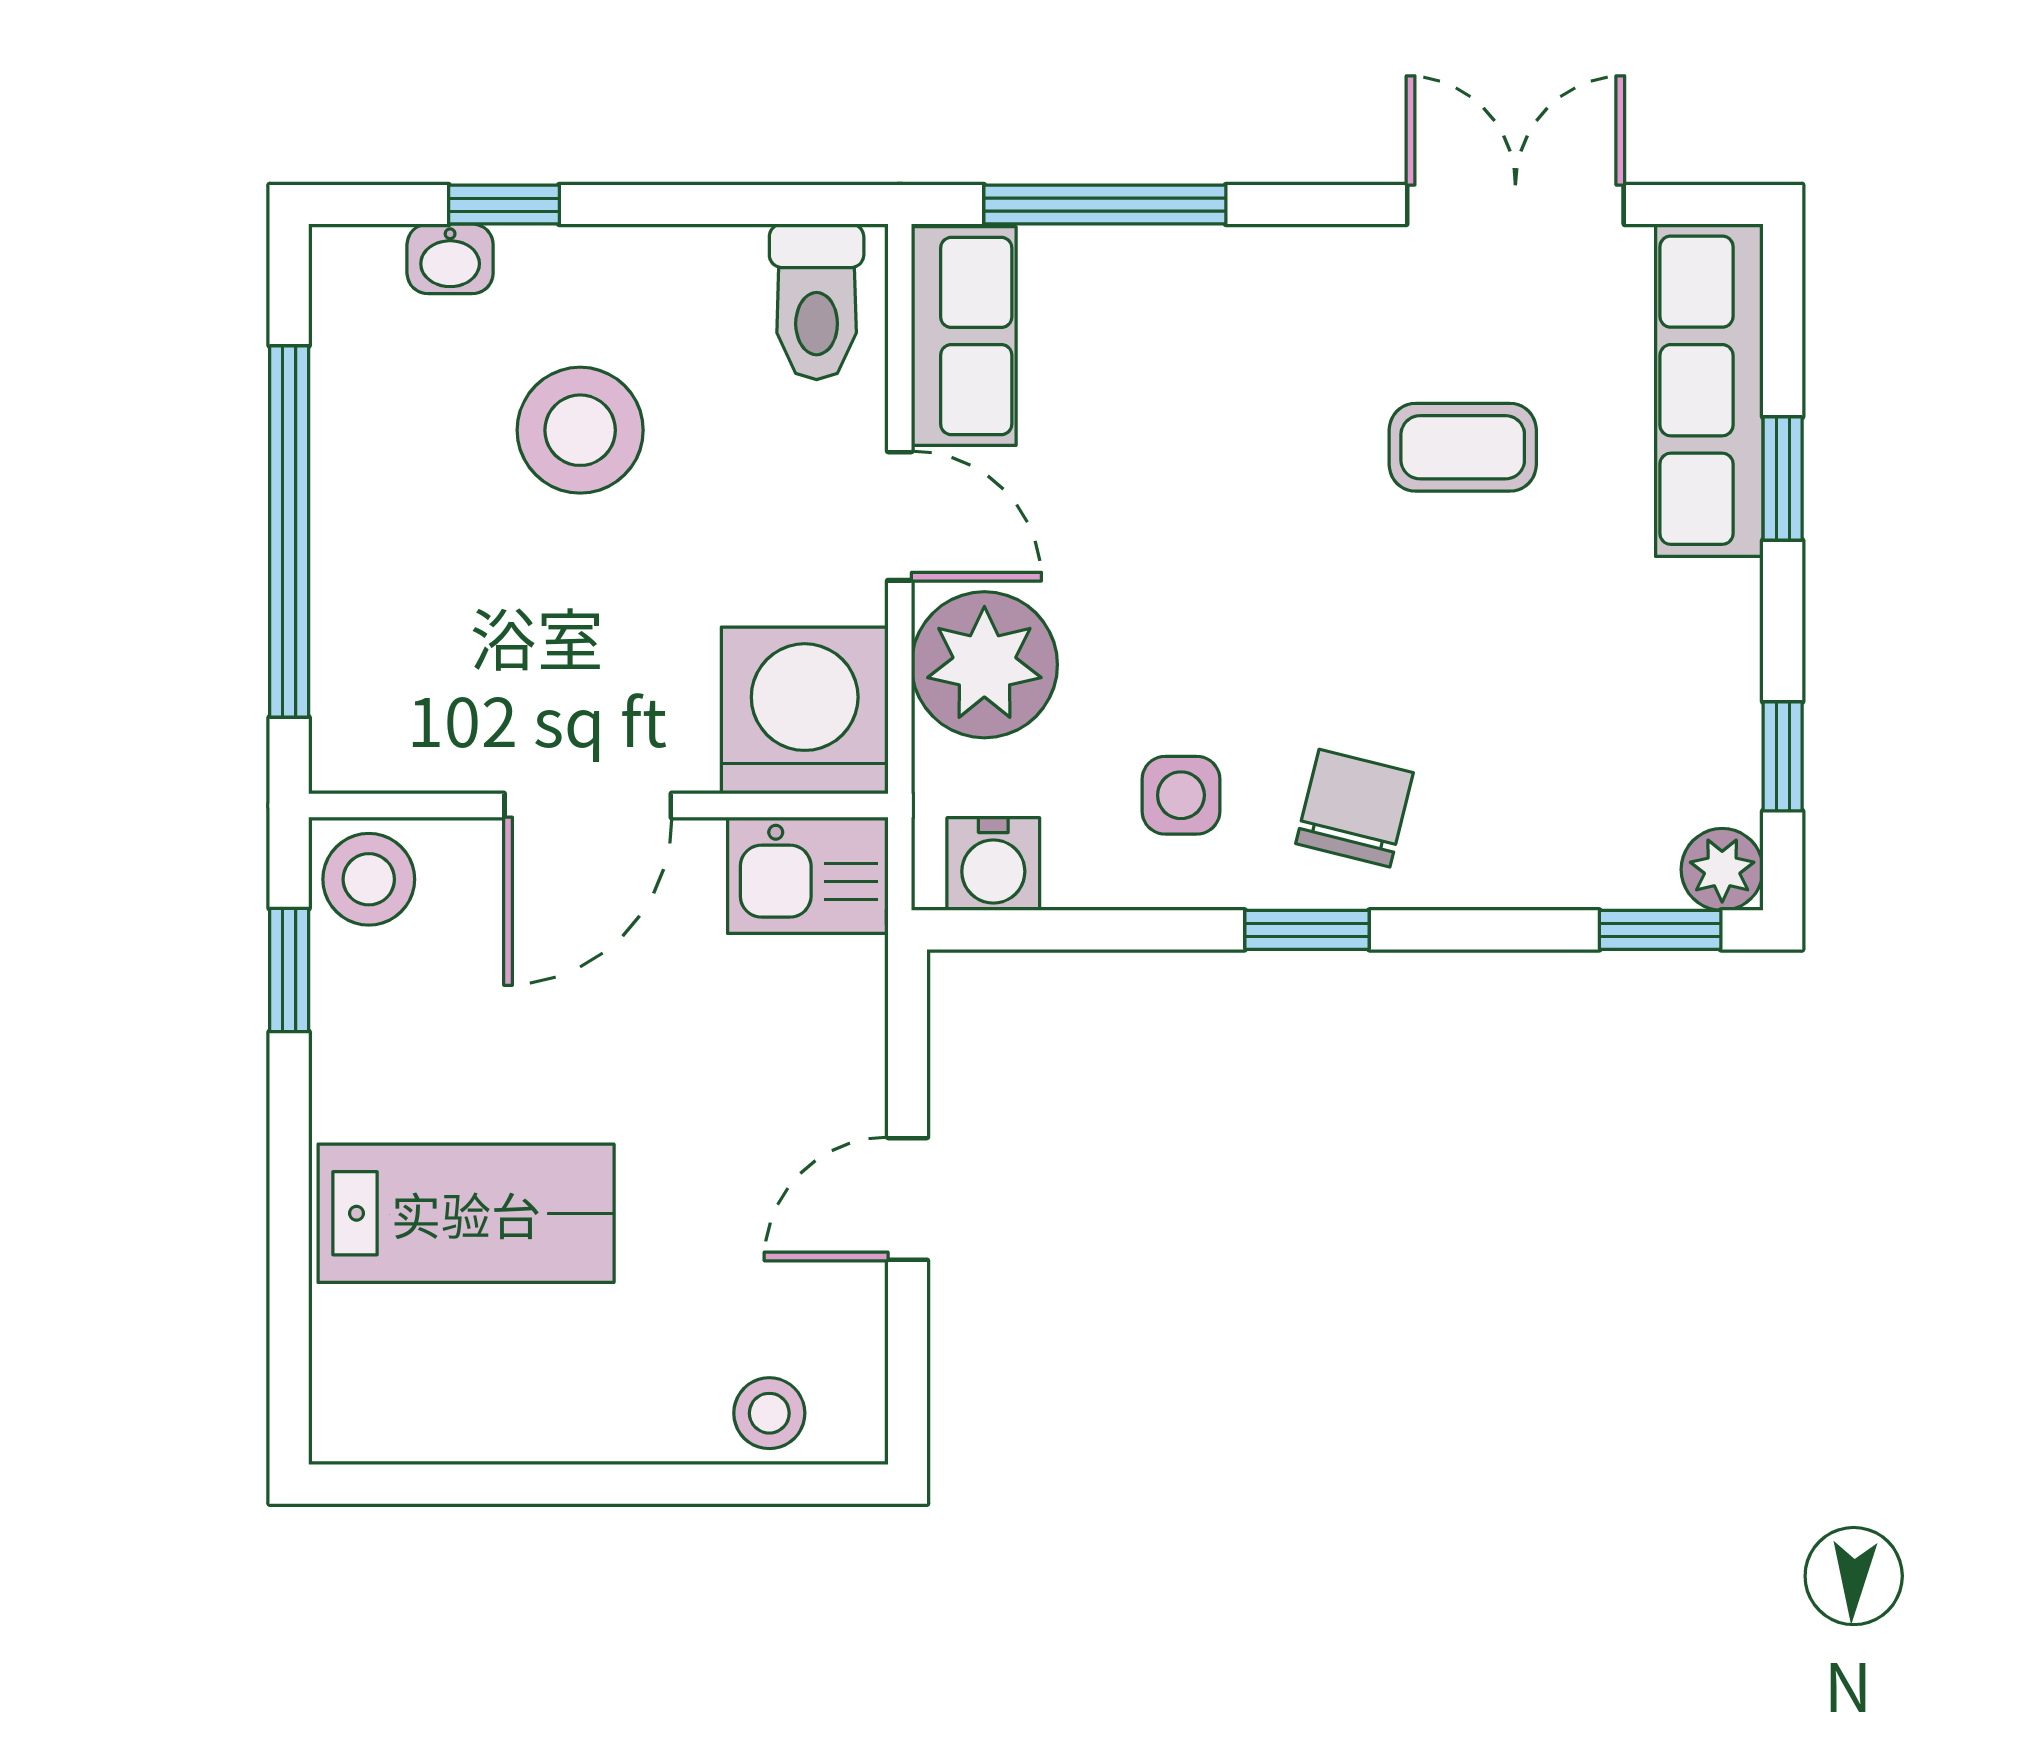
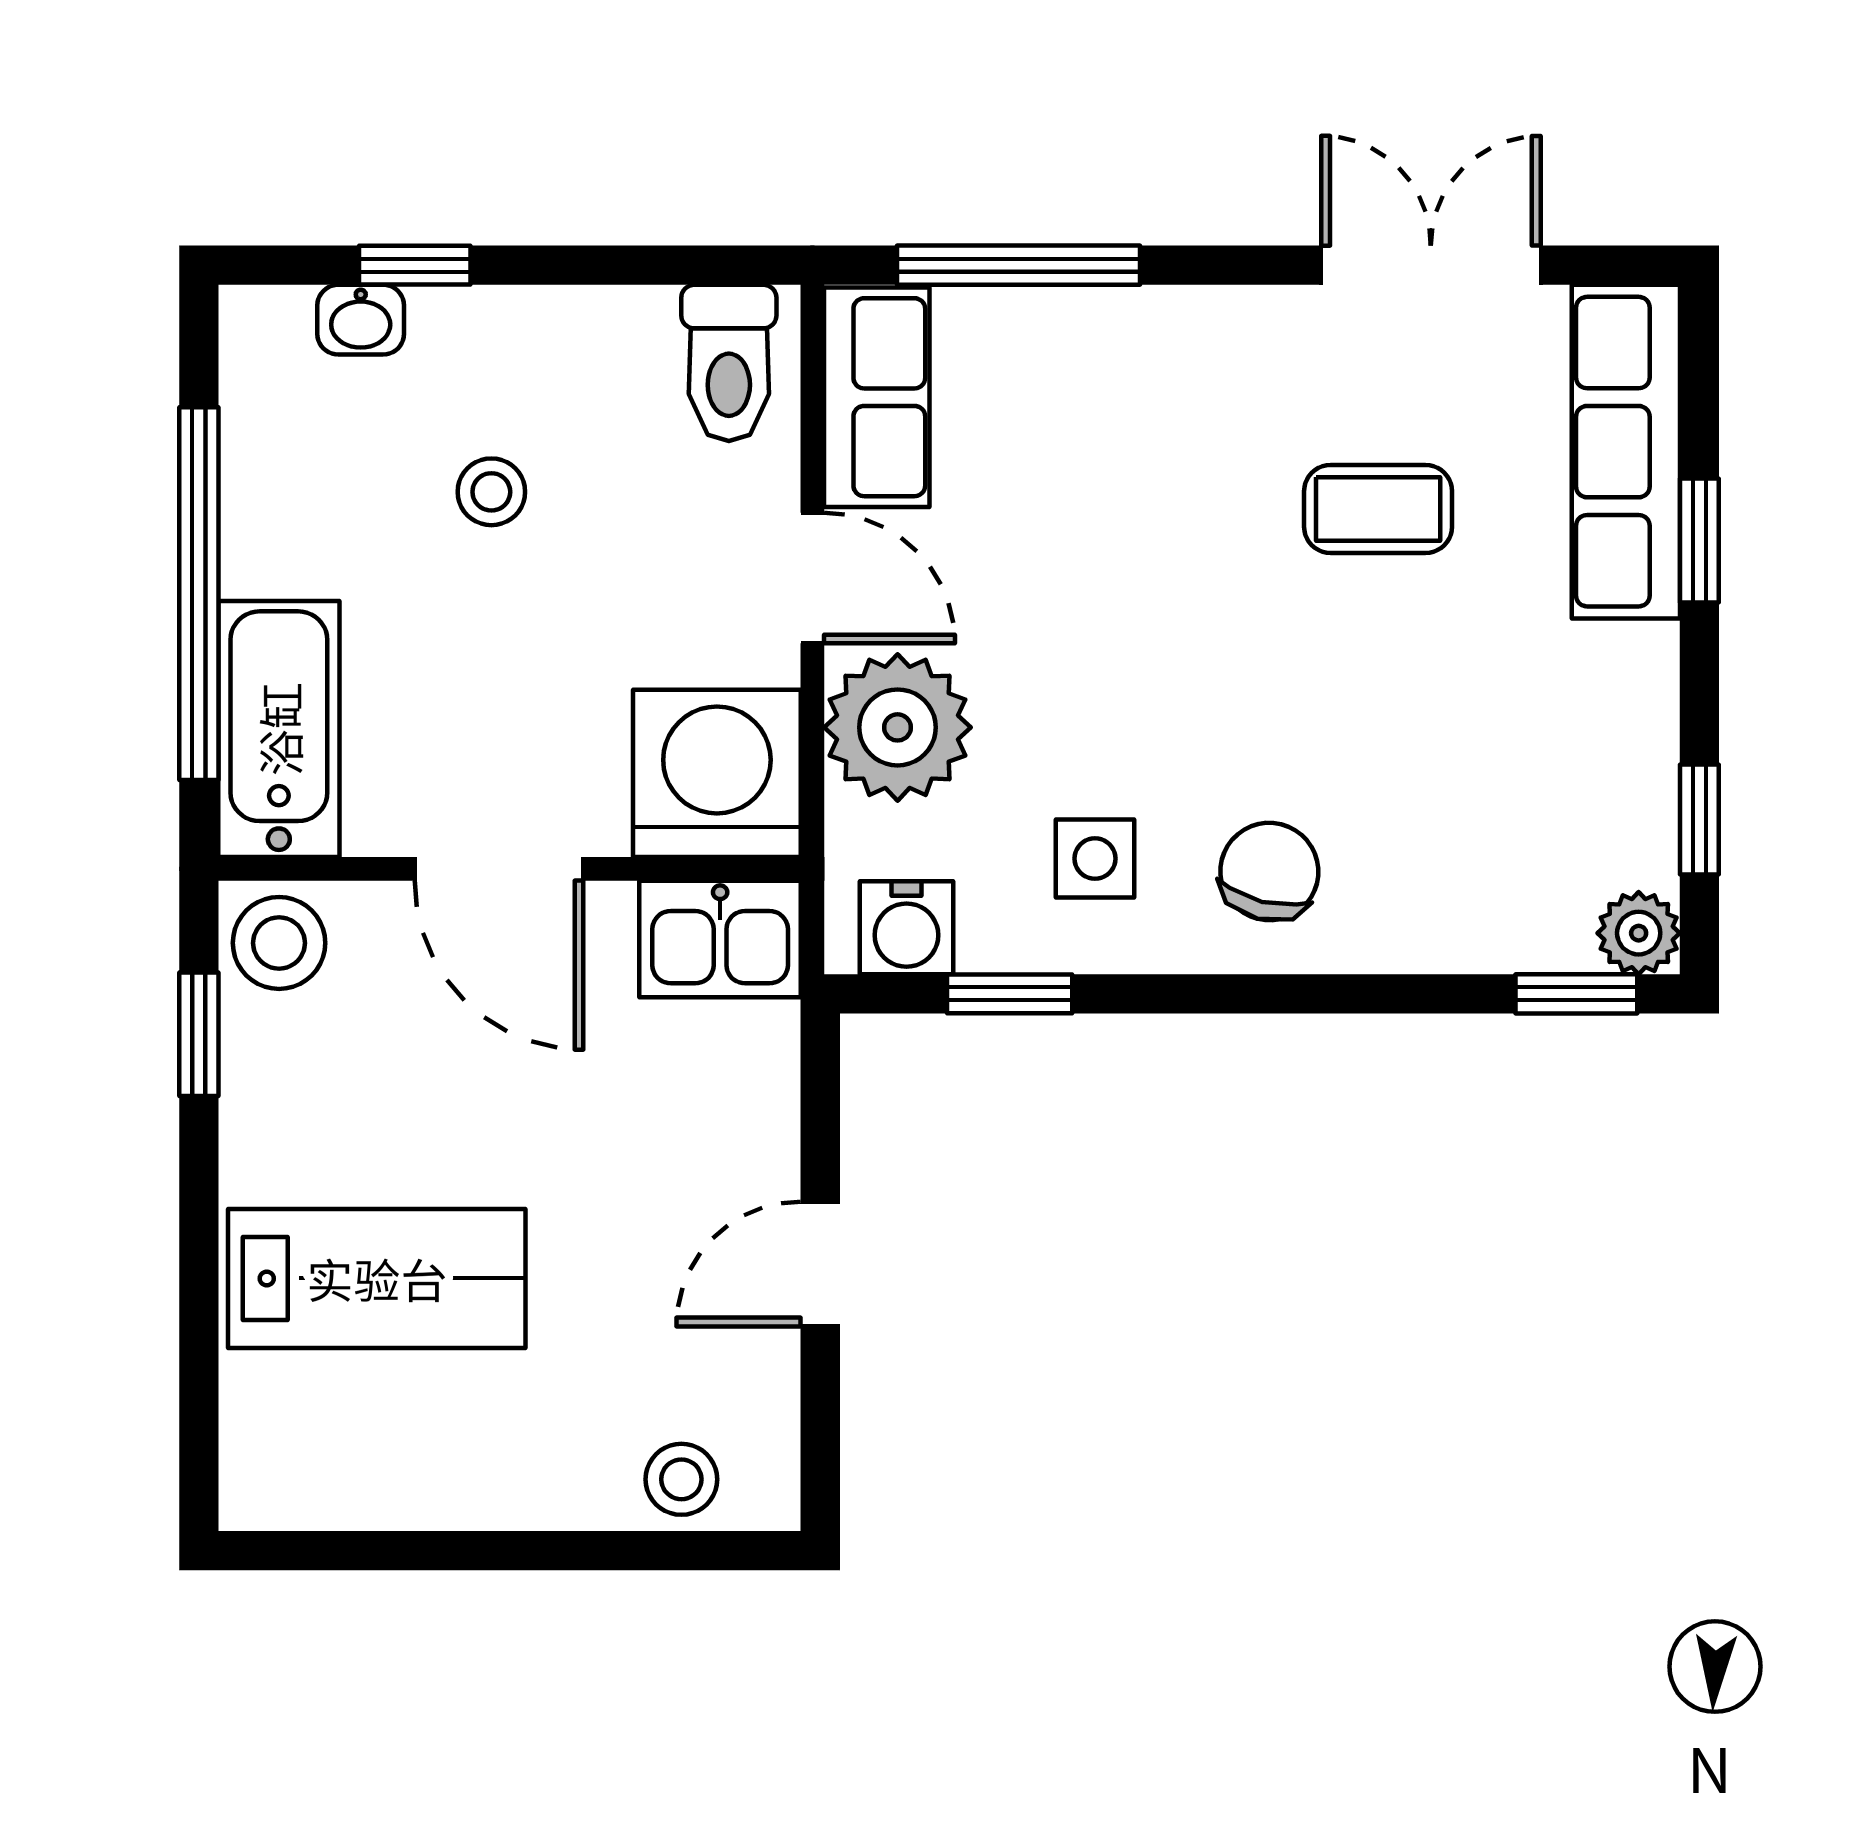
stool: (580, 430) -> (491, 492), width x0.53, depth x0.53
bathtub: (369, 666) -> (279, 729), added
door: (588, 805) -> (499, 869), hinge flipped
window: (1307, 930) -> (1010, 994), moved

